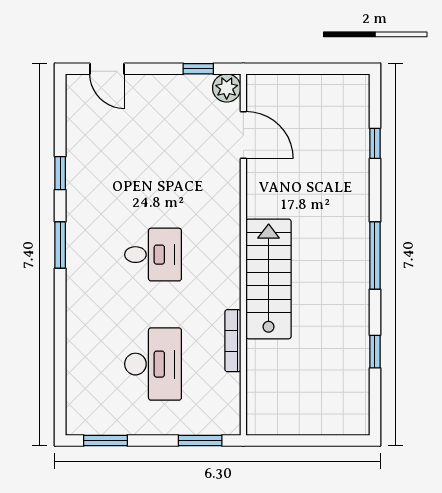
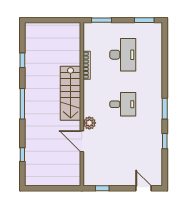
plant: (227, 88) -> (89, 123), moved
door: (243, 135) -> (82, 141), moved
desk: (153, 255) -> (123, 104), turned 180
desk: (153, 364) -> (123, 55), turned 180

